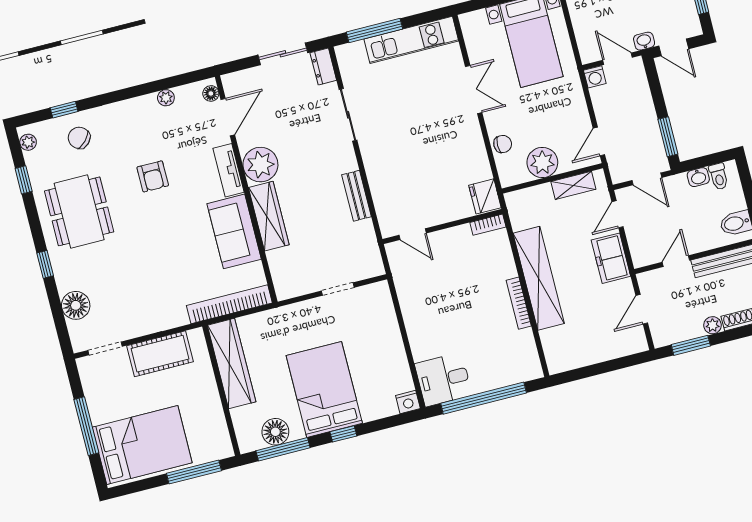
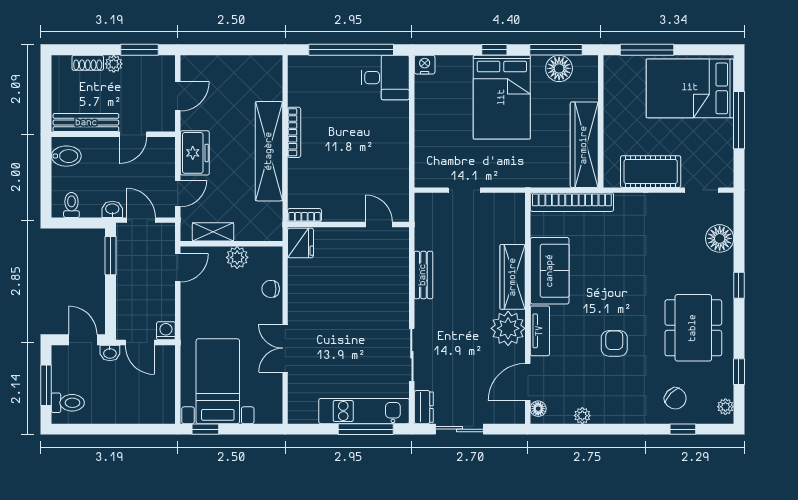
kitchen unit: (411, 40) -> (364, 411), moved
plant: (542, 162) -> (237, 257), width x0.73, depth x0.73
washbasin: (698, 177) -> (112, 209), moved

